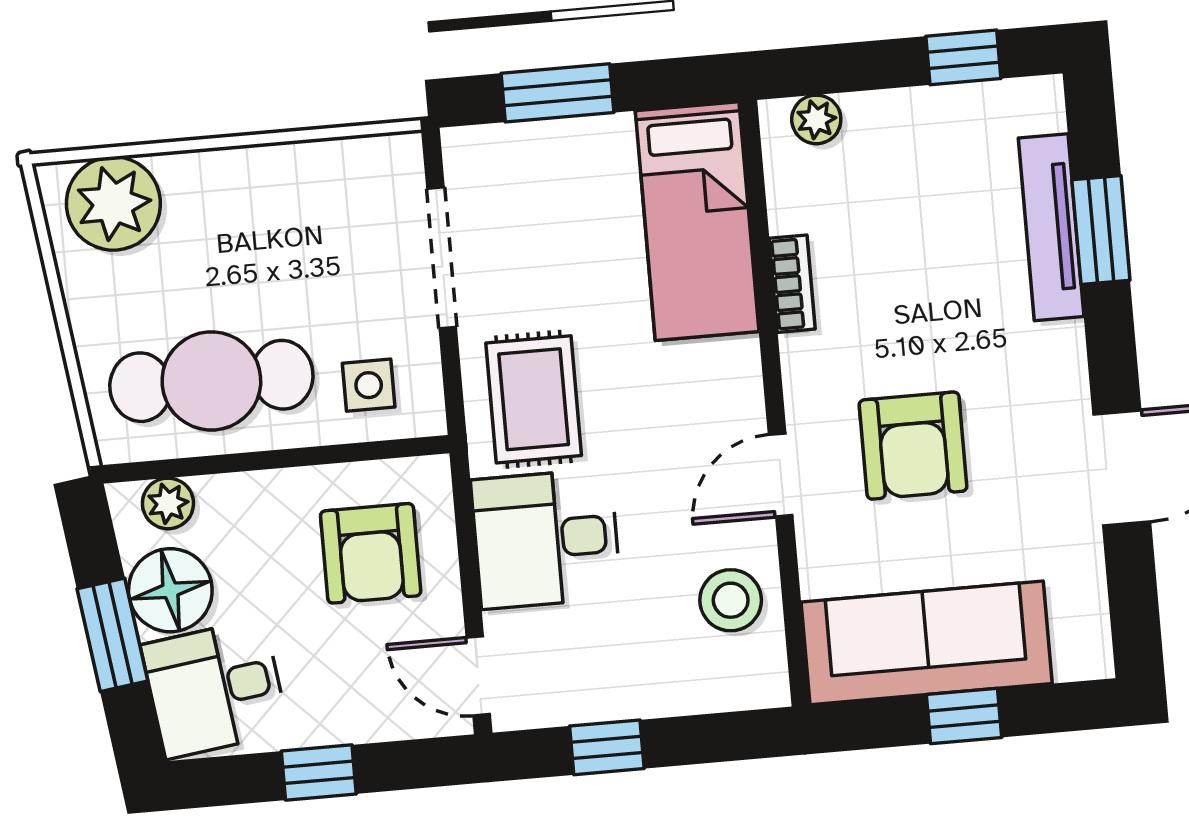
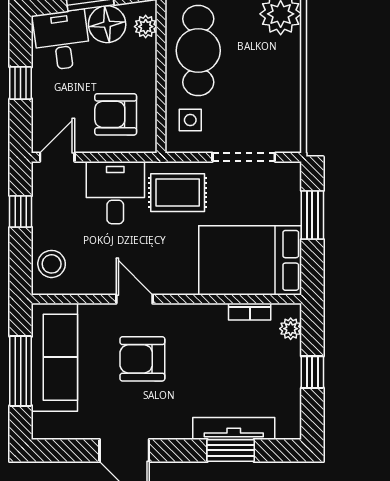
window: (963, 57) -> (312, 372), moved
bed: (697, 221) -> (250, 260), width x1.50
bookcase: (792, 284) -> (250, 312), moved
stool: (731, 600) -> (52, 264), moved
window: (964, 716) -> (21, 371), width x2.17

